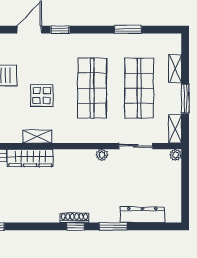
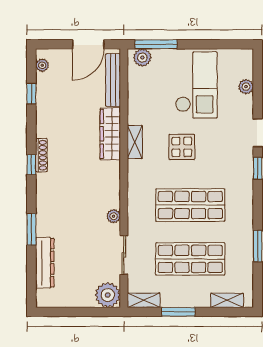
shelving: (175, 69) -> (227, 300), moved
plant: (176, 155) -> (108, 295), width x1.88, depth x1.88
shoe rack: (74, 218) -> (41, 155), moved
window: (75, 226) -> (31, 165), moved

